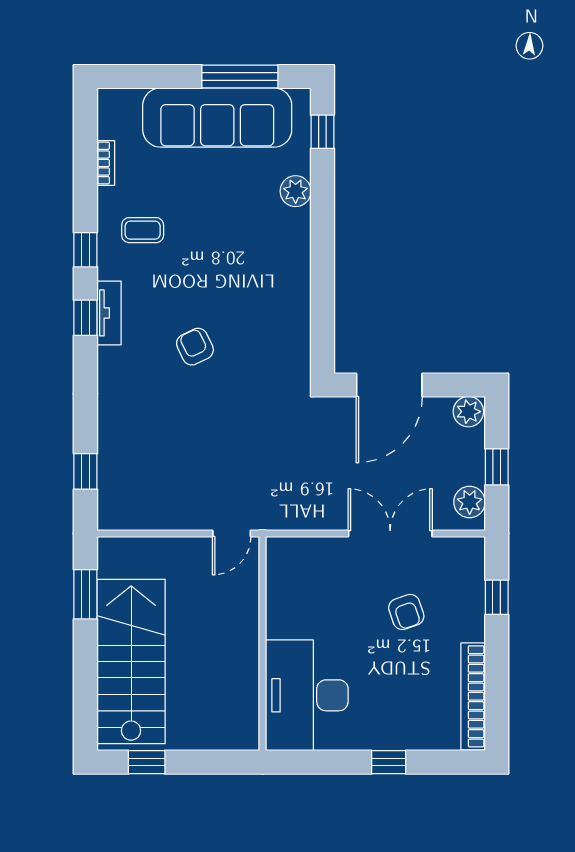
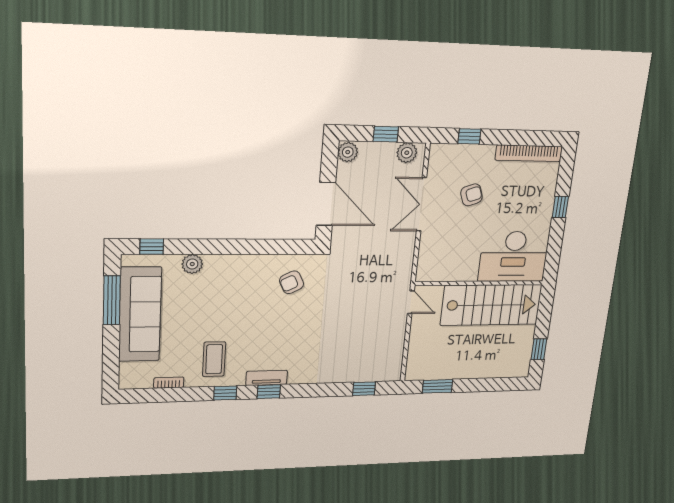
coffee table: (143, 230) -> (214, 359), width x1.36, depth x1.30
armchair: (195, 347) -> (292, 282), moved
stairs: (131, 662) -> (491, 305), moved, turned 180

